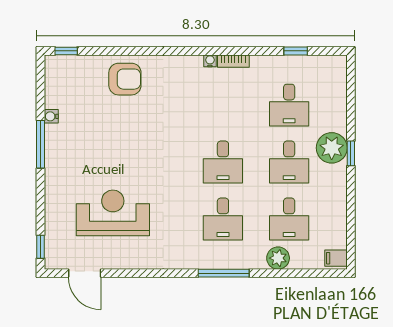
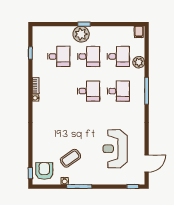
armchair: (125, 79) -> (44, 171), moved
coffee table: (95, 128) -> (71, 158), added

